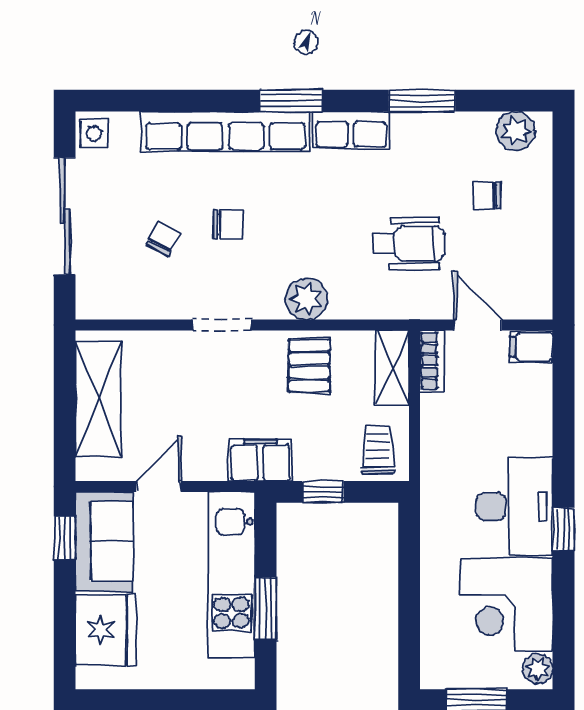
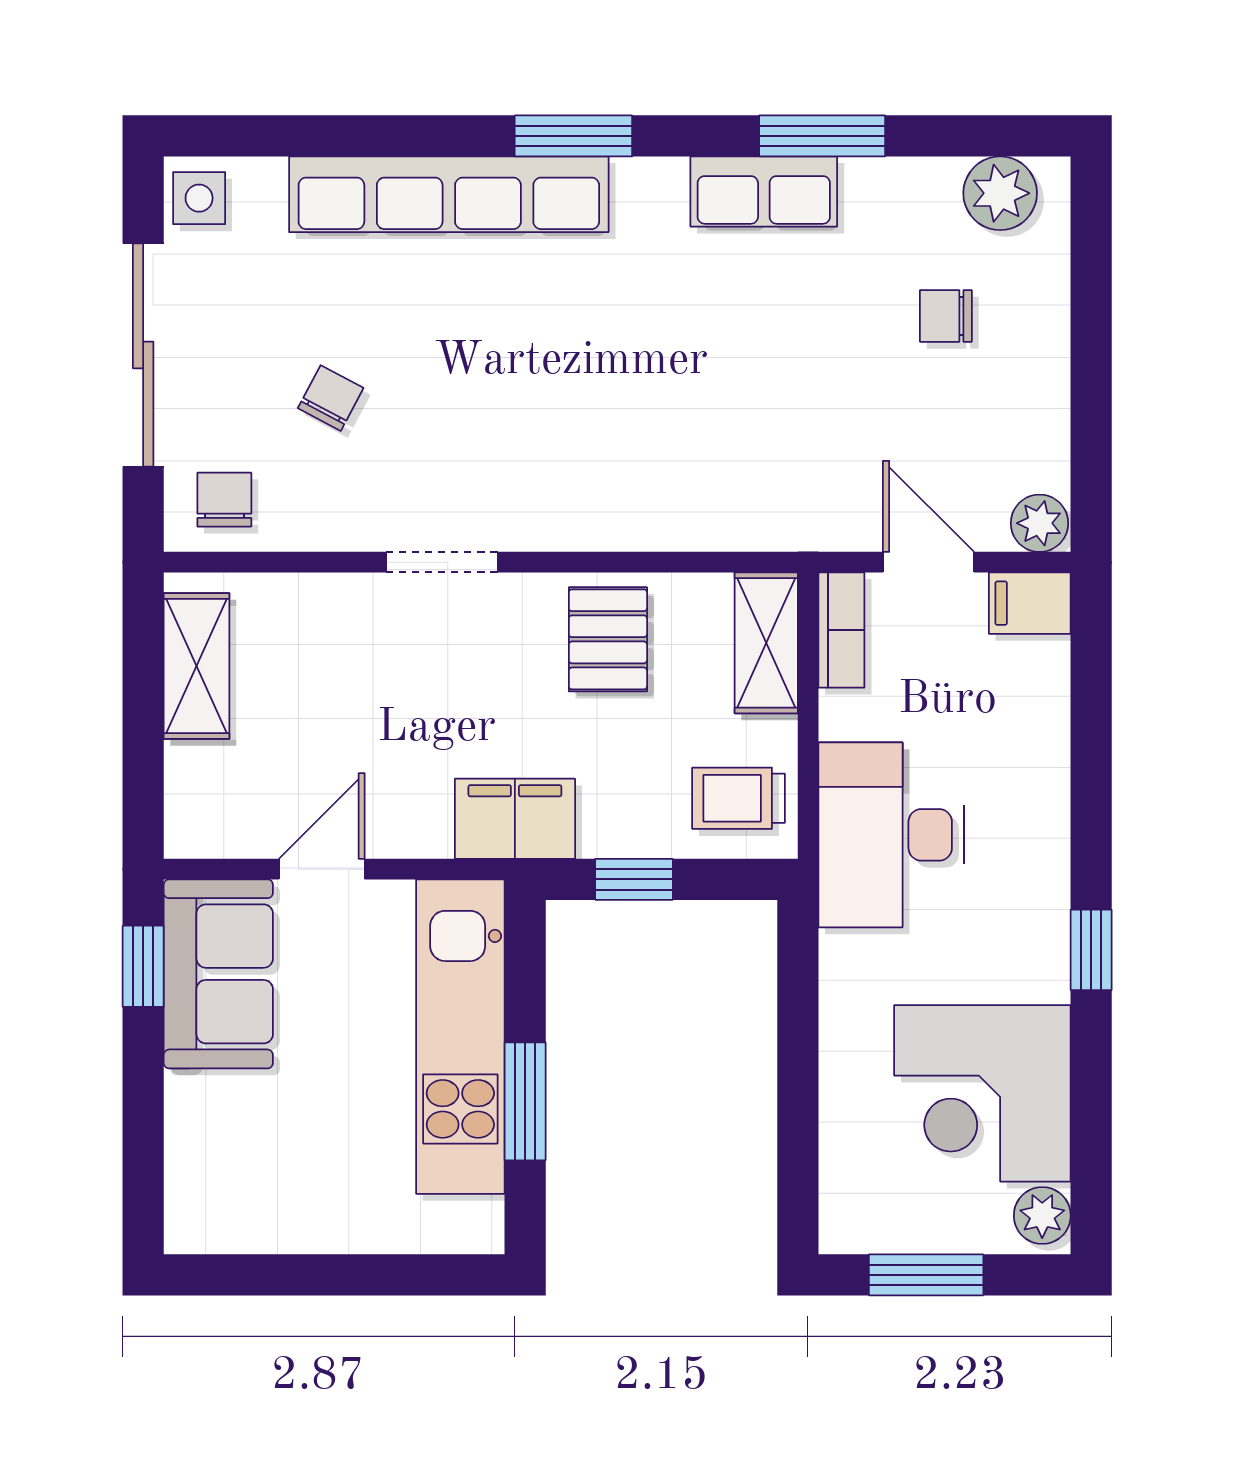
row of seats: (351, 130) -> (764, 192), moved
chair: (227, 224) -> (224, 500), moved, turned -90
wheelchair: (409, 244) -> (797, 408), removed
plant: (306, 299) -> (1040, 523), moved, width x0.73, depth x0.73
shelving: (98, 399) -> (196, 666), width x0.67, depth x0.75
trolley: (378, 449) -> (739, 798), turned -90
desk: (515, 507) -> (891, 835), moved, turned 180
fridge: (106, 630) -> (221, 1142), removed

